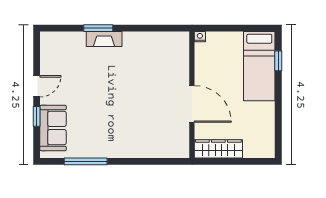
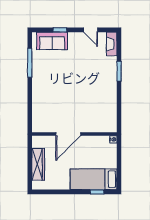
fireplace: (104, 39) -> (112, 44), moved
door: (37, 86) -> (90, 30), moved
wardrobe: (218, 149) -> (38, 164), moved

